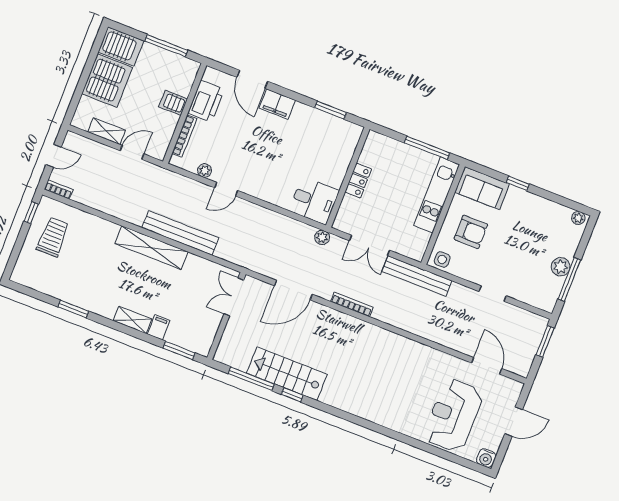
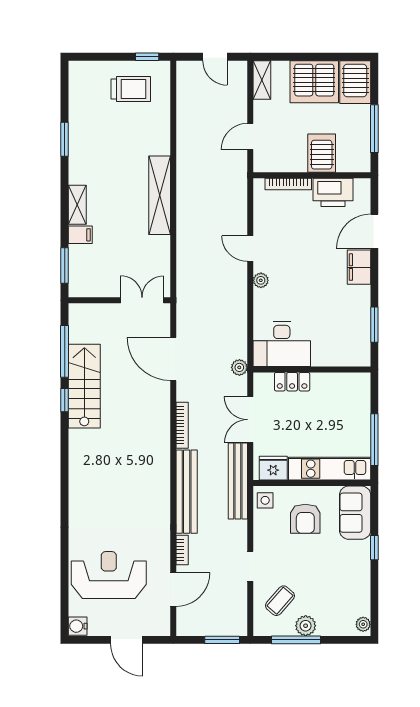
server rack: (173, 103) -> (322, 153), width x1.36, depth x1.44
shelving: (107, 131) -> (262, 80), moved
door: (132, 152) -> (250, 137), swing flipped
plant: (205, 171) -> (261, 280), moved
locker: (358, 181) -> (292, 382), moved
bookcase: (59, 189) -> (182, 550), moved
desk: (314, 201) -> (282, 344), width x1.37
bench: (180, 233) -> (187, 492), moved
fridge: (418, 242) -> (273, 468), added
coffee table: (531, 280) -> (280, 601), added

